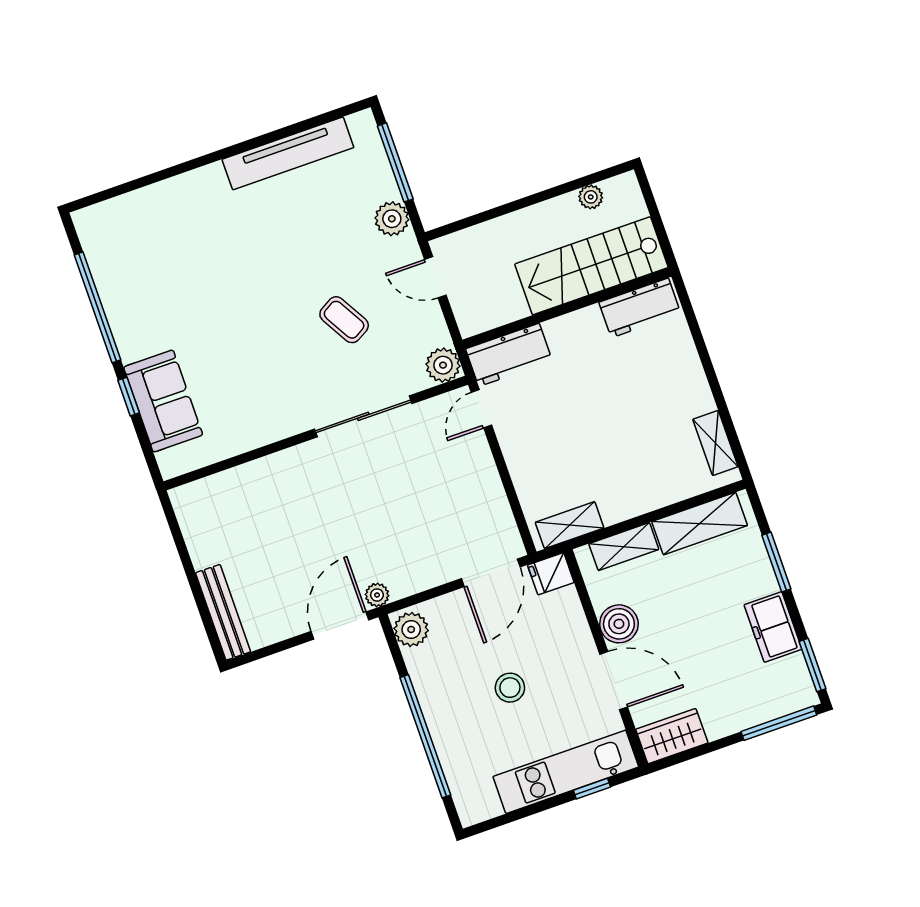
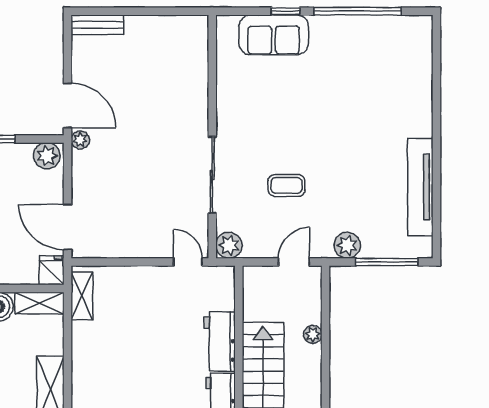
plant: (591, 197) -> (313, 334), moved
coffee table: (344, 320) -> (287, 185), turned 30
workbench: (509, 355) -> (220, 341), moved
shelving: (624, 547) -> (39, 303), moved, turned 90
bench: (223, 612) -> (97, 25), width x0.73

